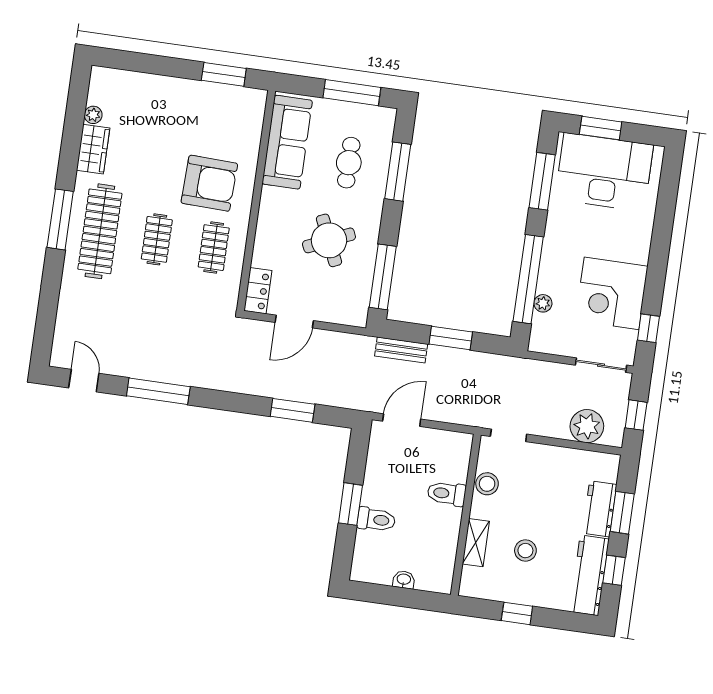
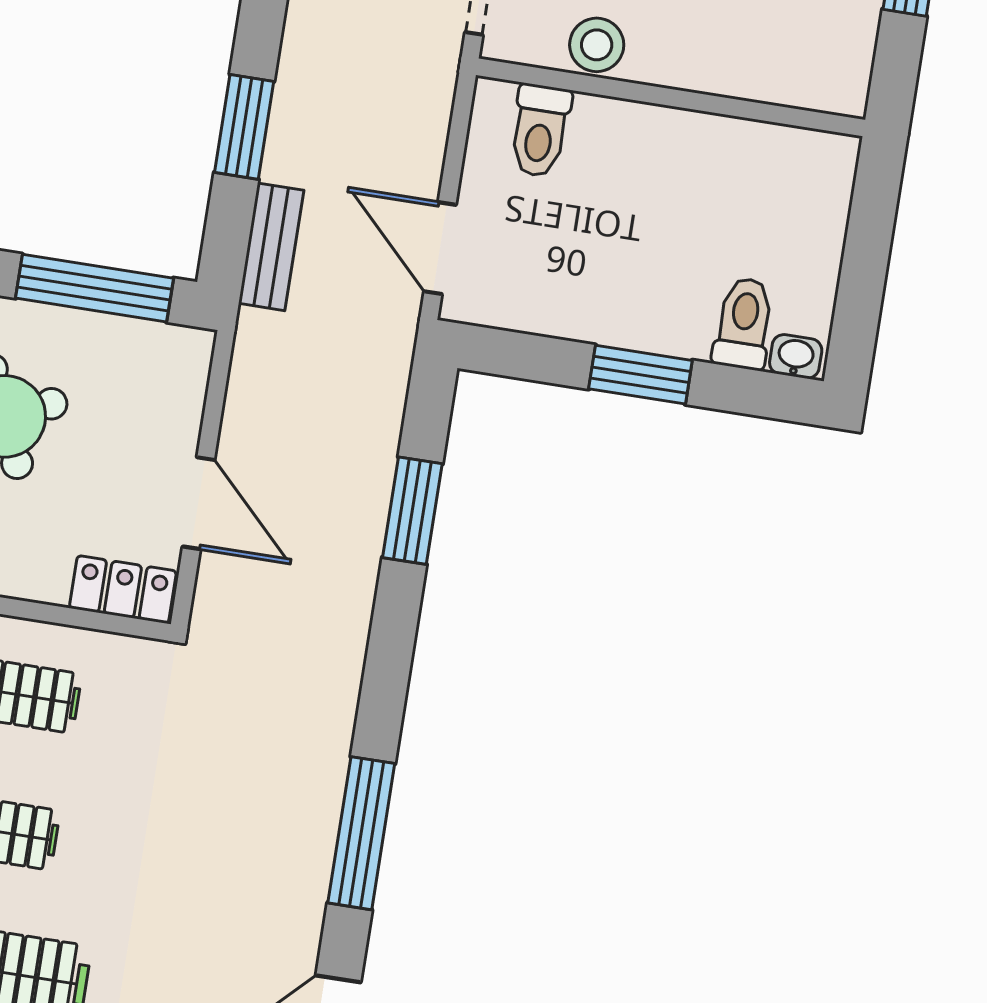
toilet: (446, 494) -> (540, 131), moved
toilet: (376, 520) -> (744, 324), moved
shelving: (476, 543) -> (738, 74), removed
washbasin: (404, 580) -> (796, 356), moved, turned 90

